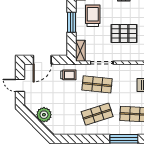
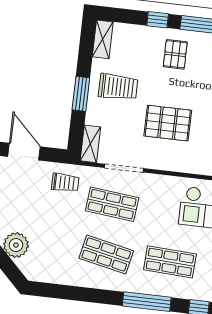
trolley: (93, 16) -> (118, 87), turned 90
door: (42, 60) -> (24, 152), swing flipped
shop shelf: (97, 114) -> (106, 255), turned 30

